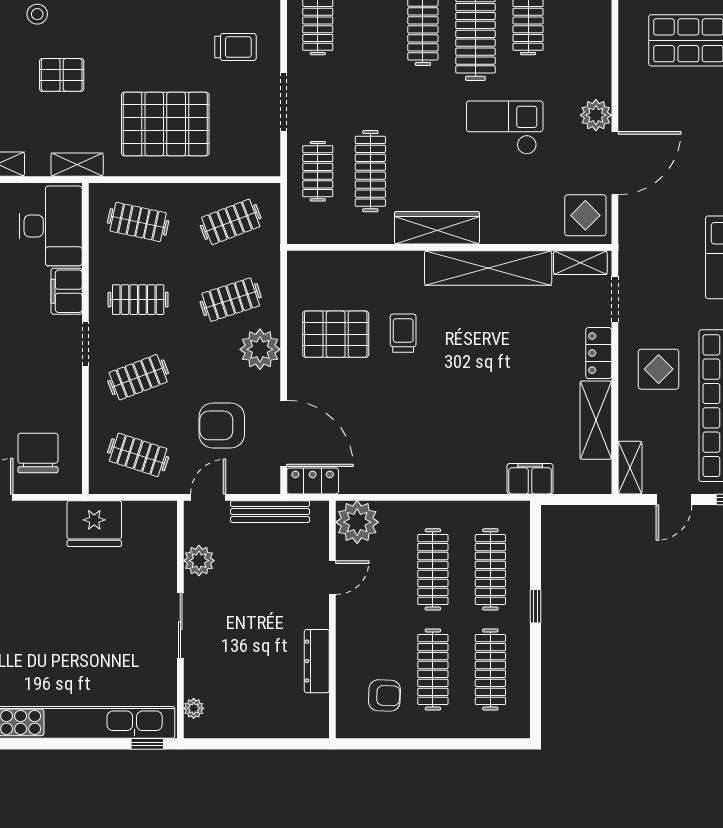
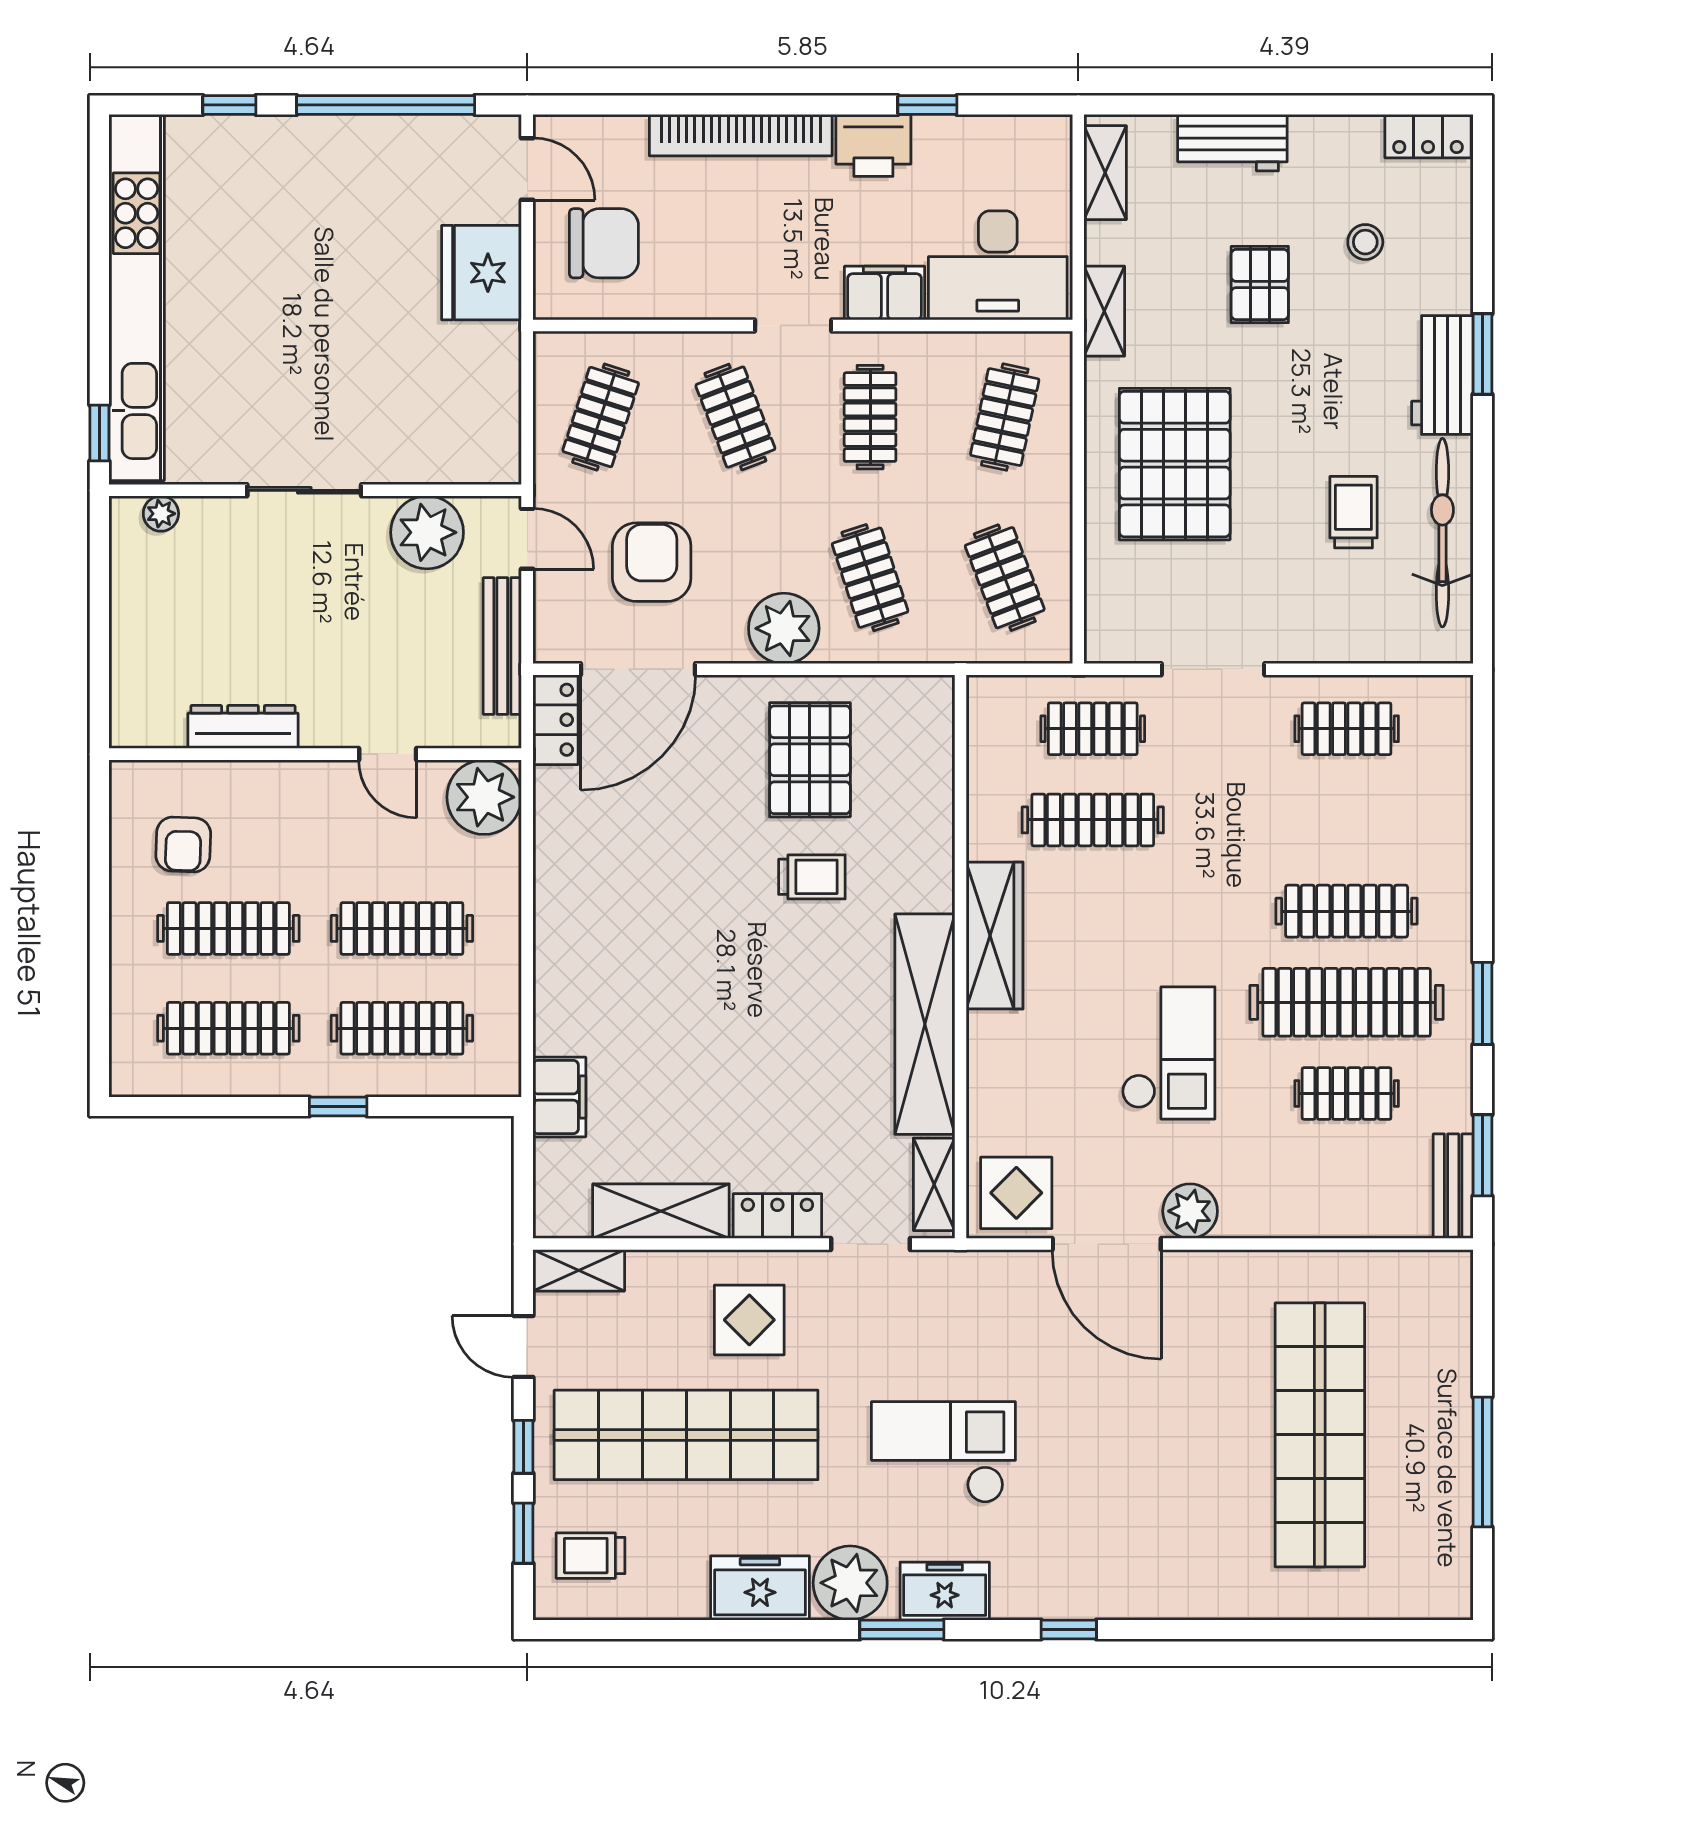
trolley: (235, 47) -> (1353, 512), moved, turned 180
fridge: (94, 524) -> (482, 273), moved
plant: (199, 561) -> (427, 532), width x1.36, depth x1.36

